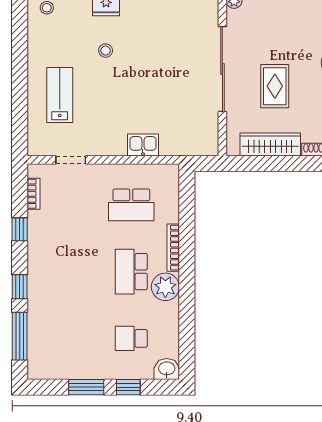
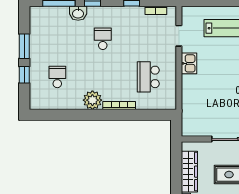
kitchen sink: (143, 145) -> (189, 63), moved
school desk: (131, 272) -> (103, 39), moved, width x0.54
washbasin: (167, 369) -> (78, 13), moved, turned 90

